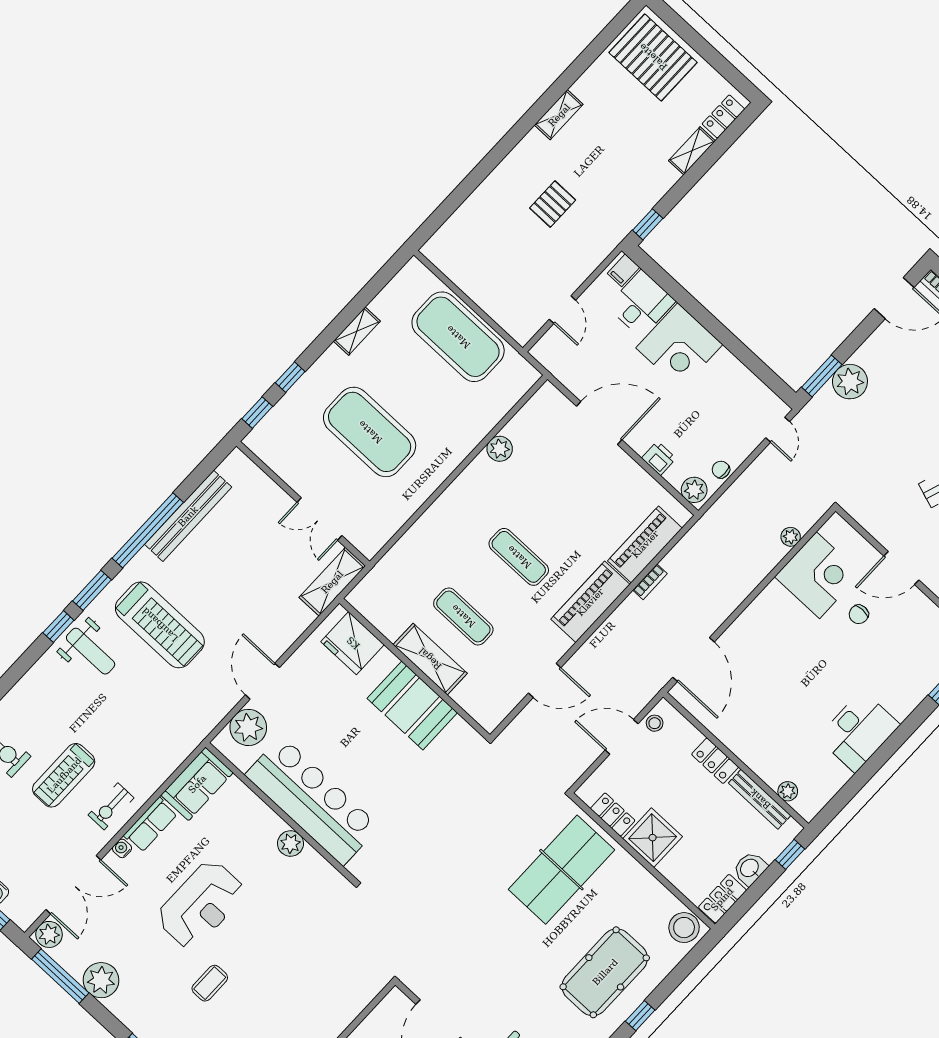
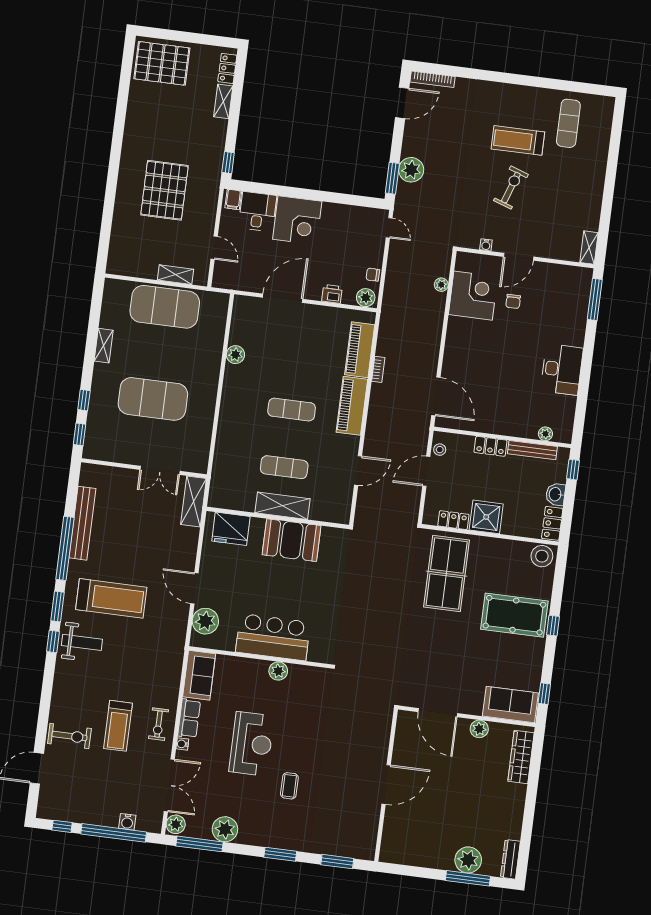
shelving: (559, 115) -> (176, 275), moved, turned 90
pallet: (553, 204) -> (164, 190), width x2.05, depth x2.00
water cooler: (874, 528) -> (486, 245), added
bar counter: (312, 801) -> (273, 637), width x0.73
pool table: (605, 972) -> (514, 615), turned 90

